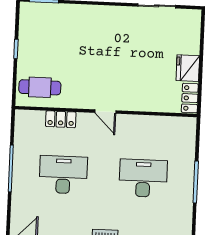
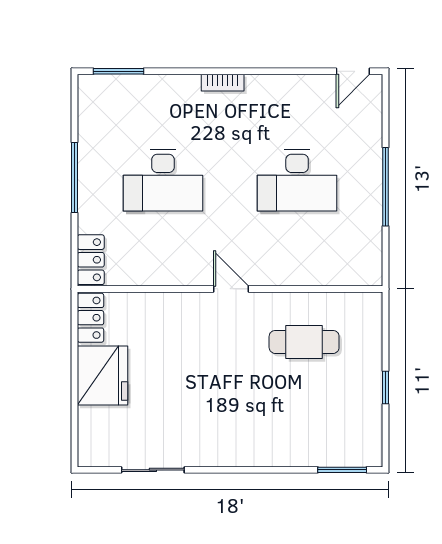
fridge: (188, 68) -> (102, 376), width x1.36, depth x1.34
cafe table: (40, 87) -> (304, 342), moved
locker: (61, 119) -> (91, 260), moved, turned 90

